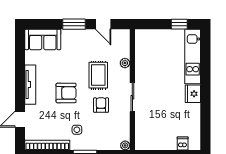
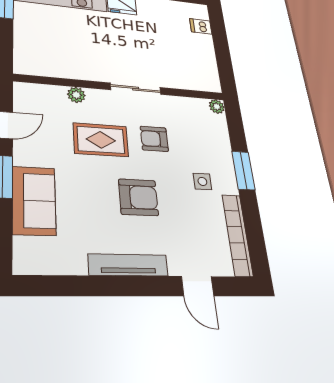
sofa: (43, 39) -> (34, 200), moved
armchair: (66, 93) -> (138, 197), turned 90

